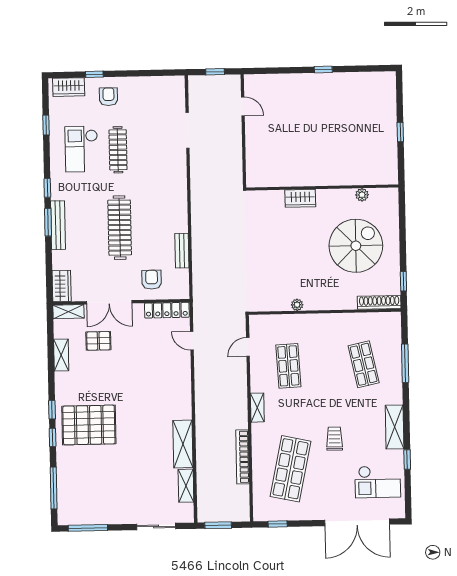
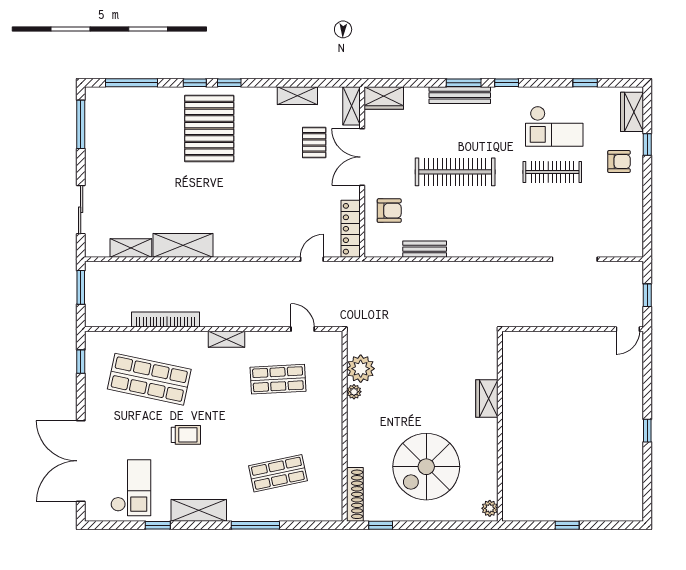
door: (243, 106) -> (628, 329), moved
checkout: (81, 149) -> (554, 126), turned 180
plant: (362, 195) -> (490, 508), moved
spiral stairs: (356, 246) -> (426, 467), turned 90
plant: (279, 300) -> (361, 369), added
window: (405, 363) -> (255, 525), moved
checkout: (378, 482) -> (131, 488), turned 180

